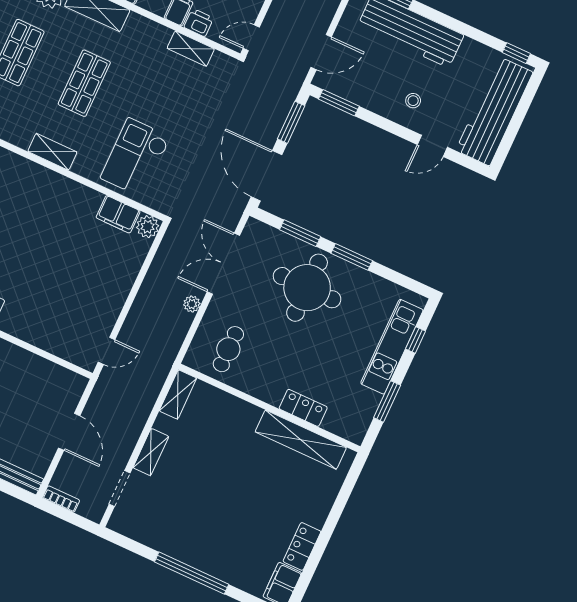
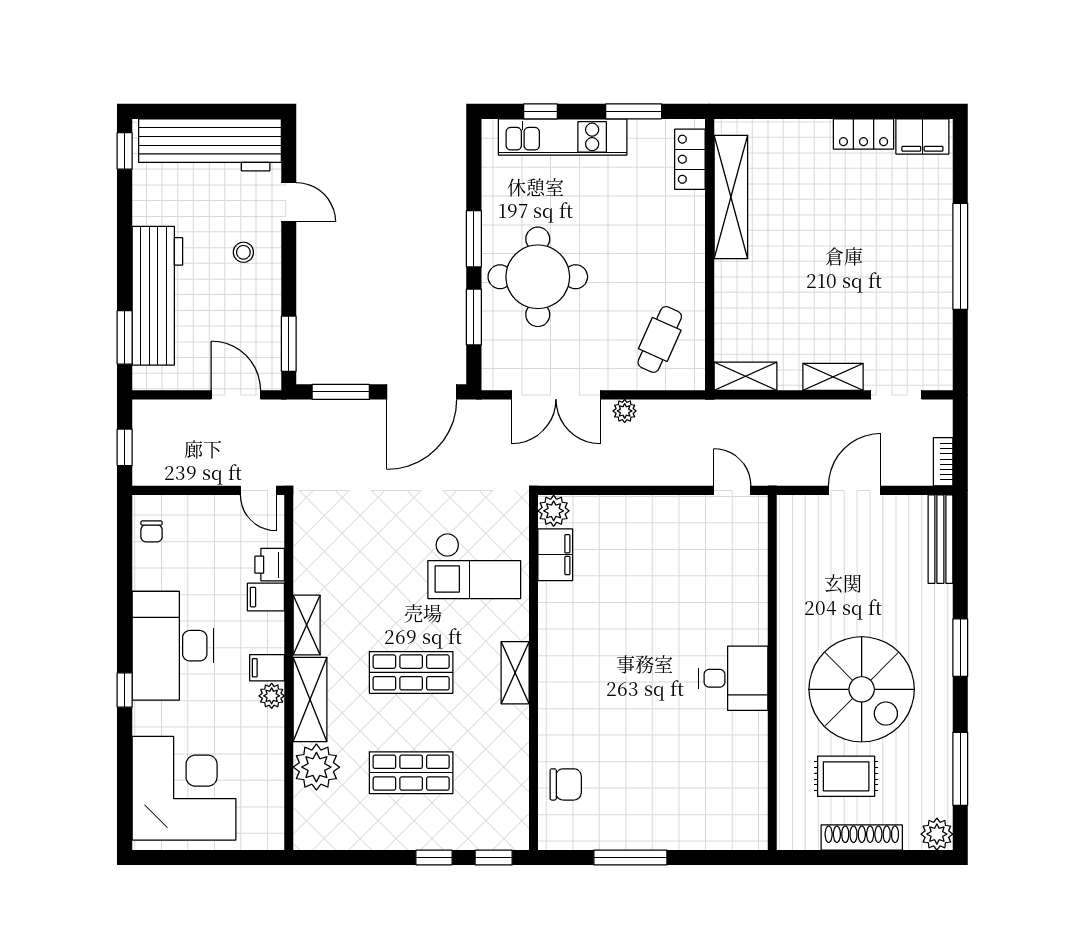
shelving: (191, 49) -> (307, 625), moved
cafe table: (228, 349) -> (660, 339), turned -66
locker: (303, 408) -> (690, 159), moved

